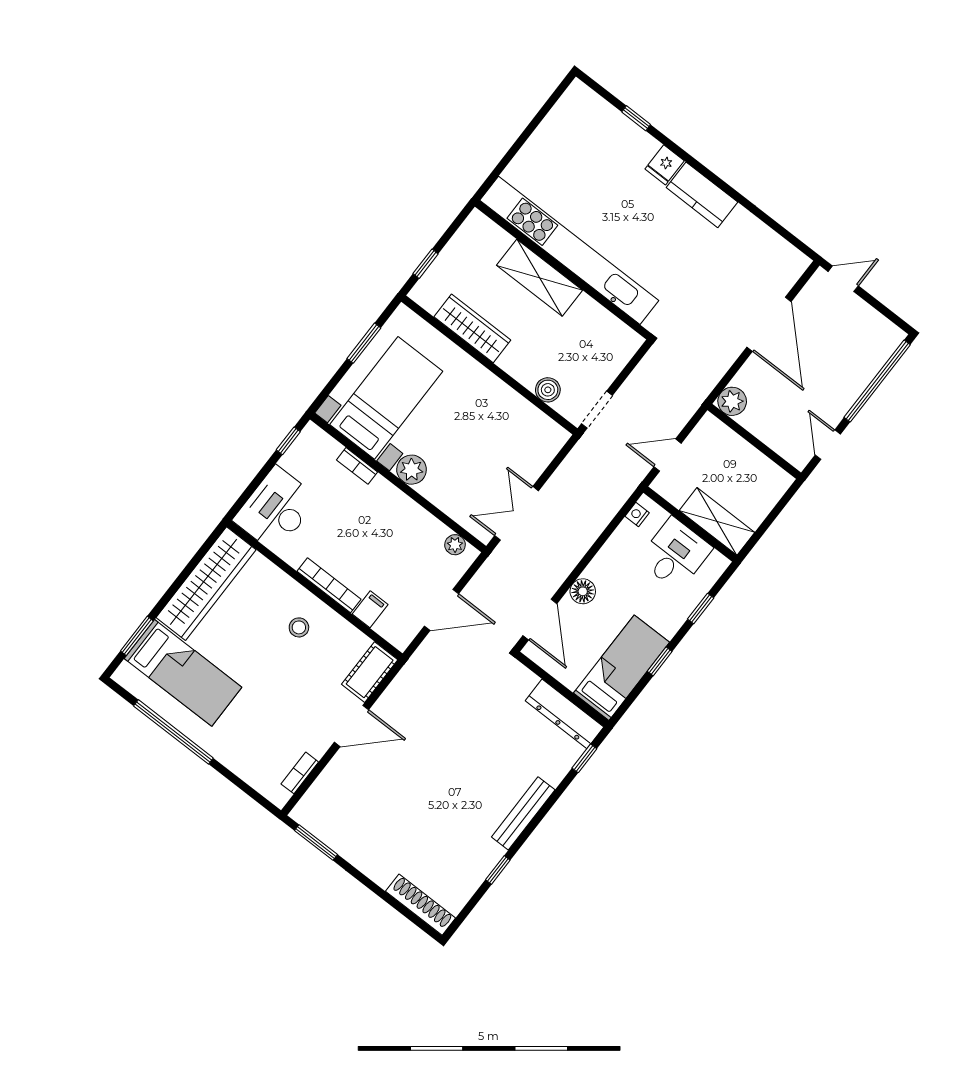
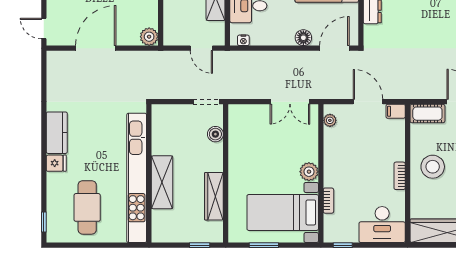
window: (636, 118) -> (44, 222), moved
cafe table: (580, 161) -> (87, 207), added
bookcase: (329, 585) -> (400, 176), width x0.64
filing cabinet: (370, 609) -> (396, 111), moved
stool: (299, 627) -> (433, 167), width x1.89, depth x1.89

